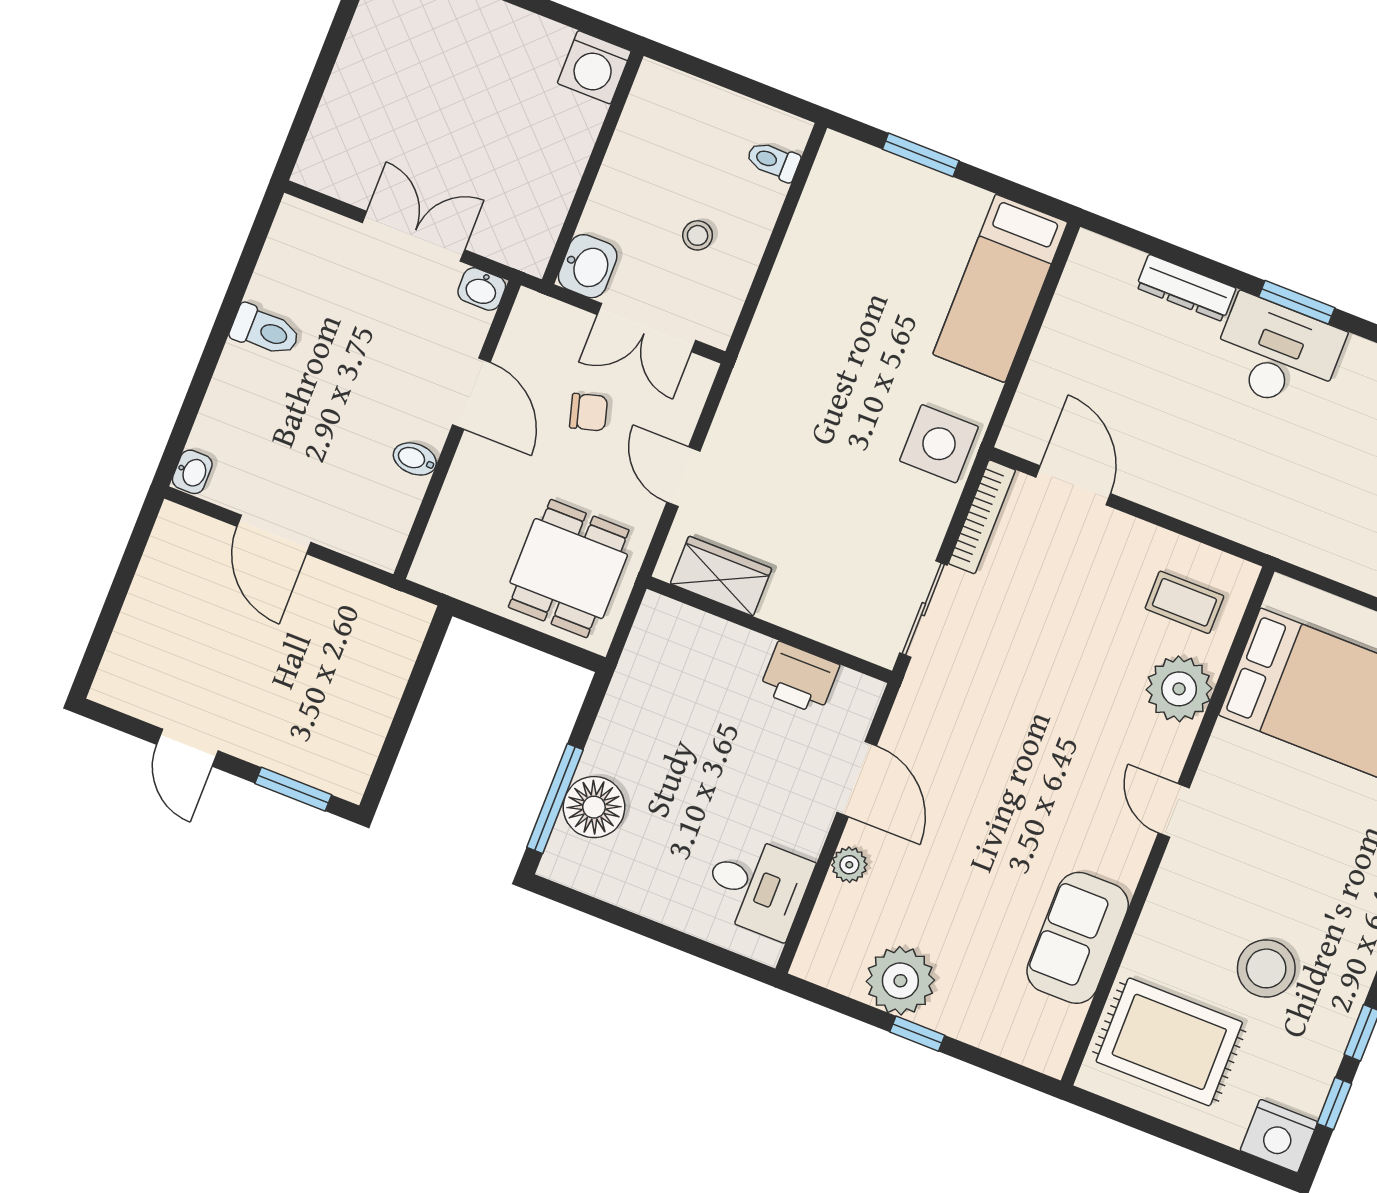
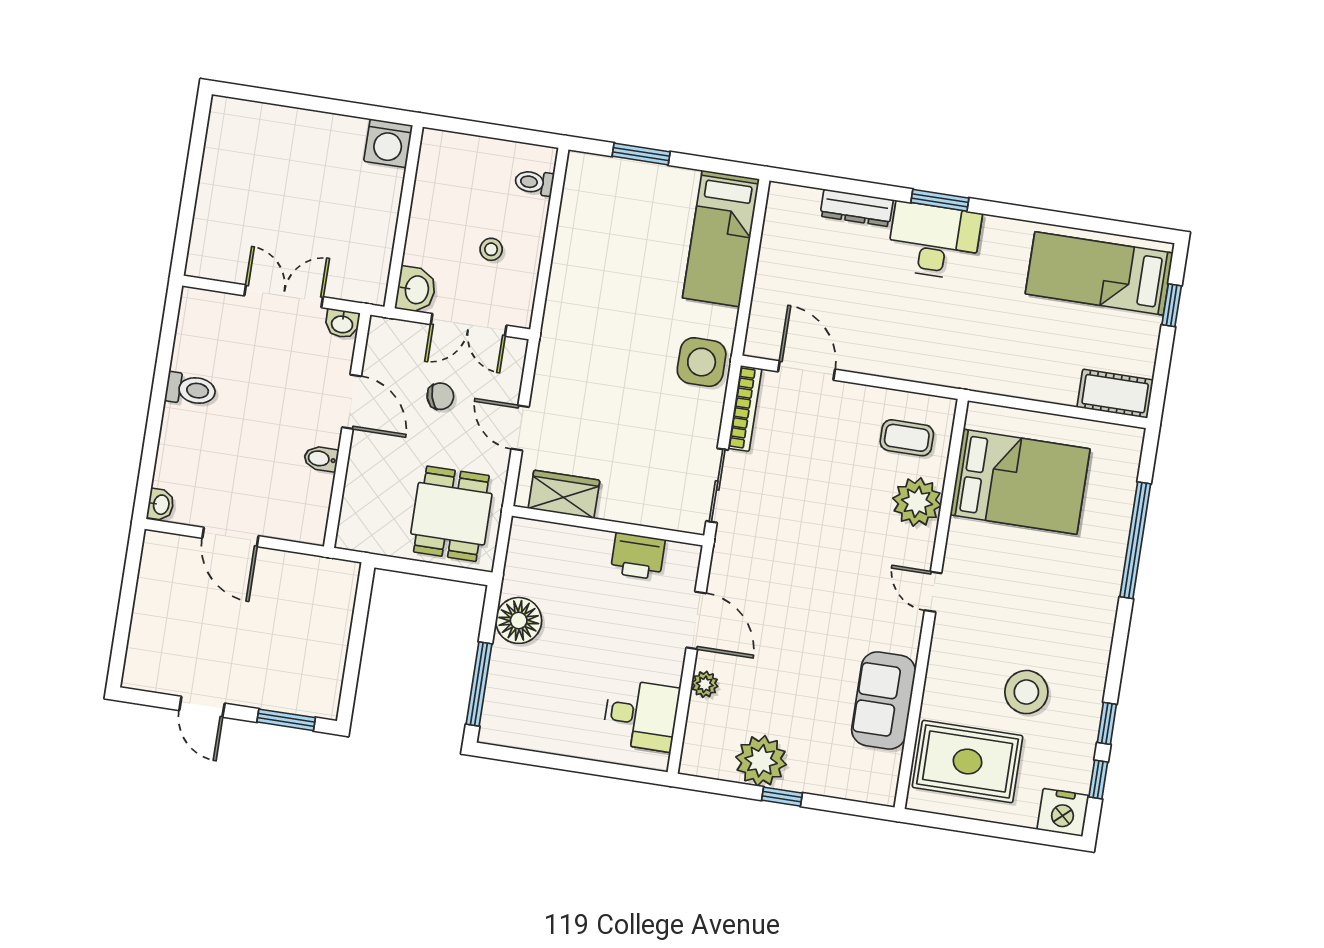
floor lamp: (594, 807) -> (519, 620), moved

